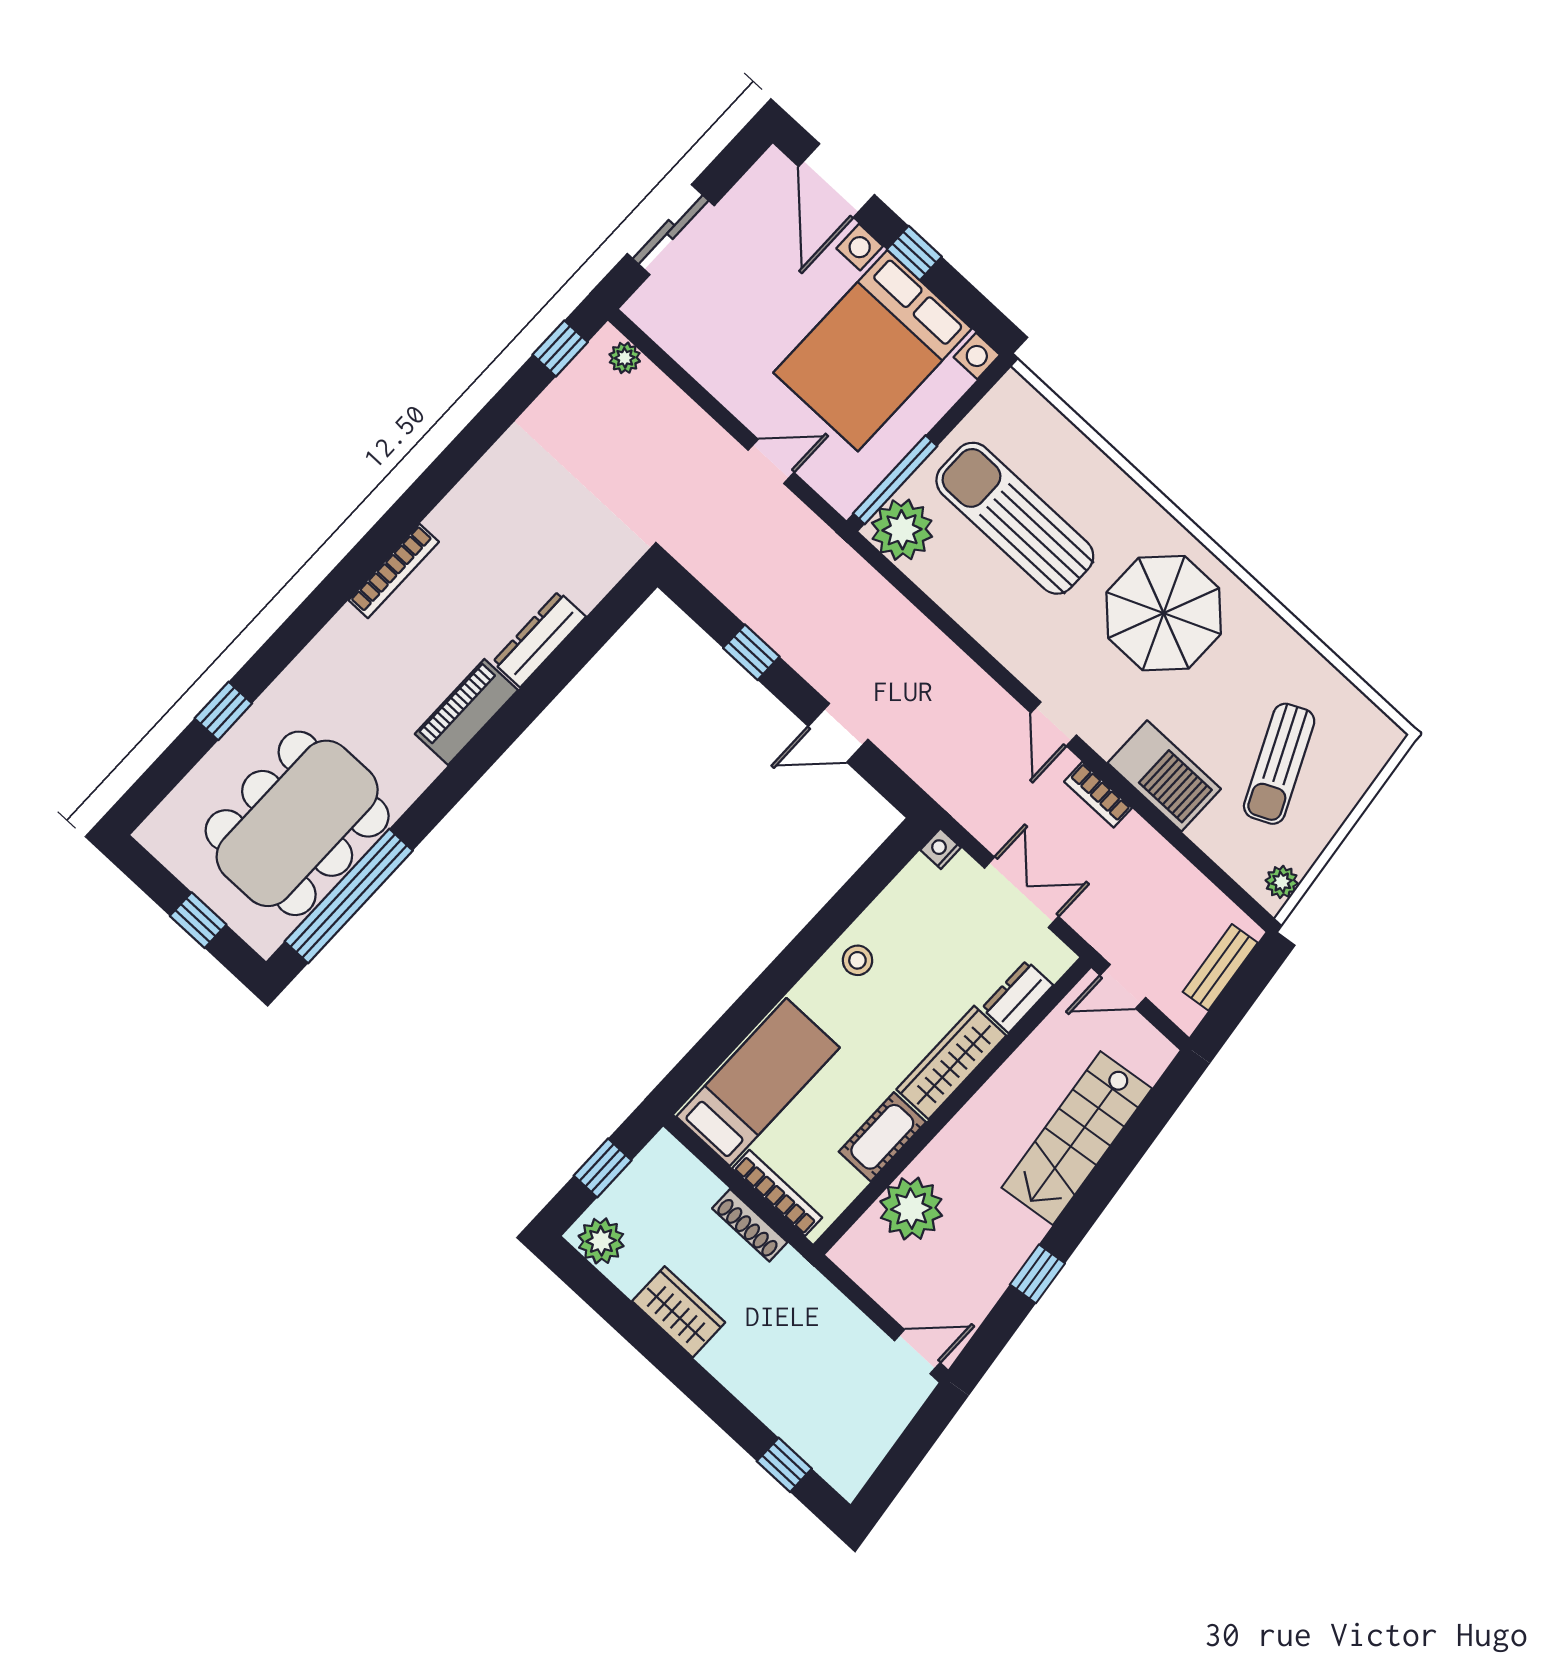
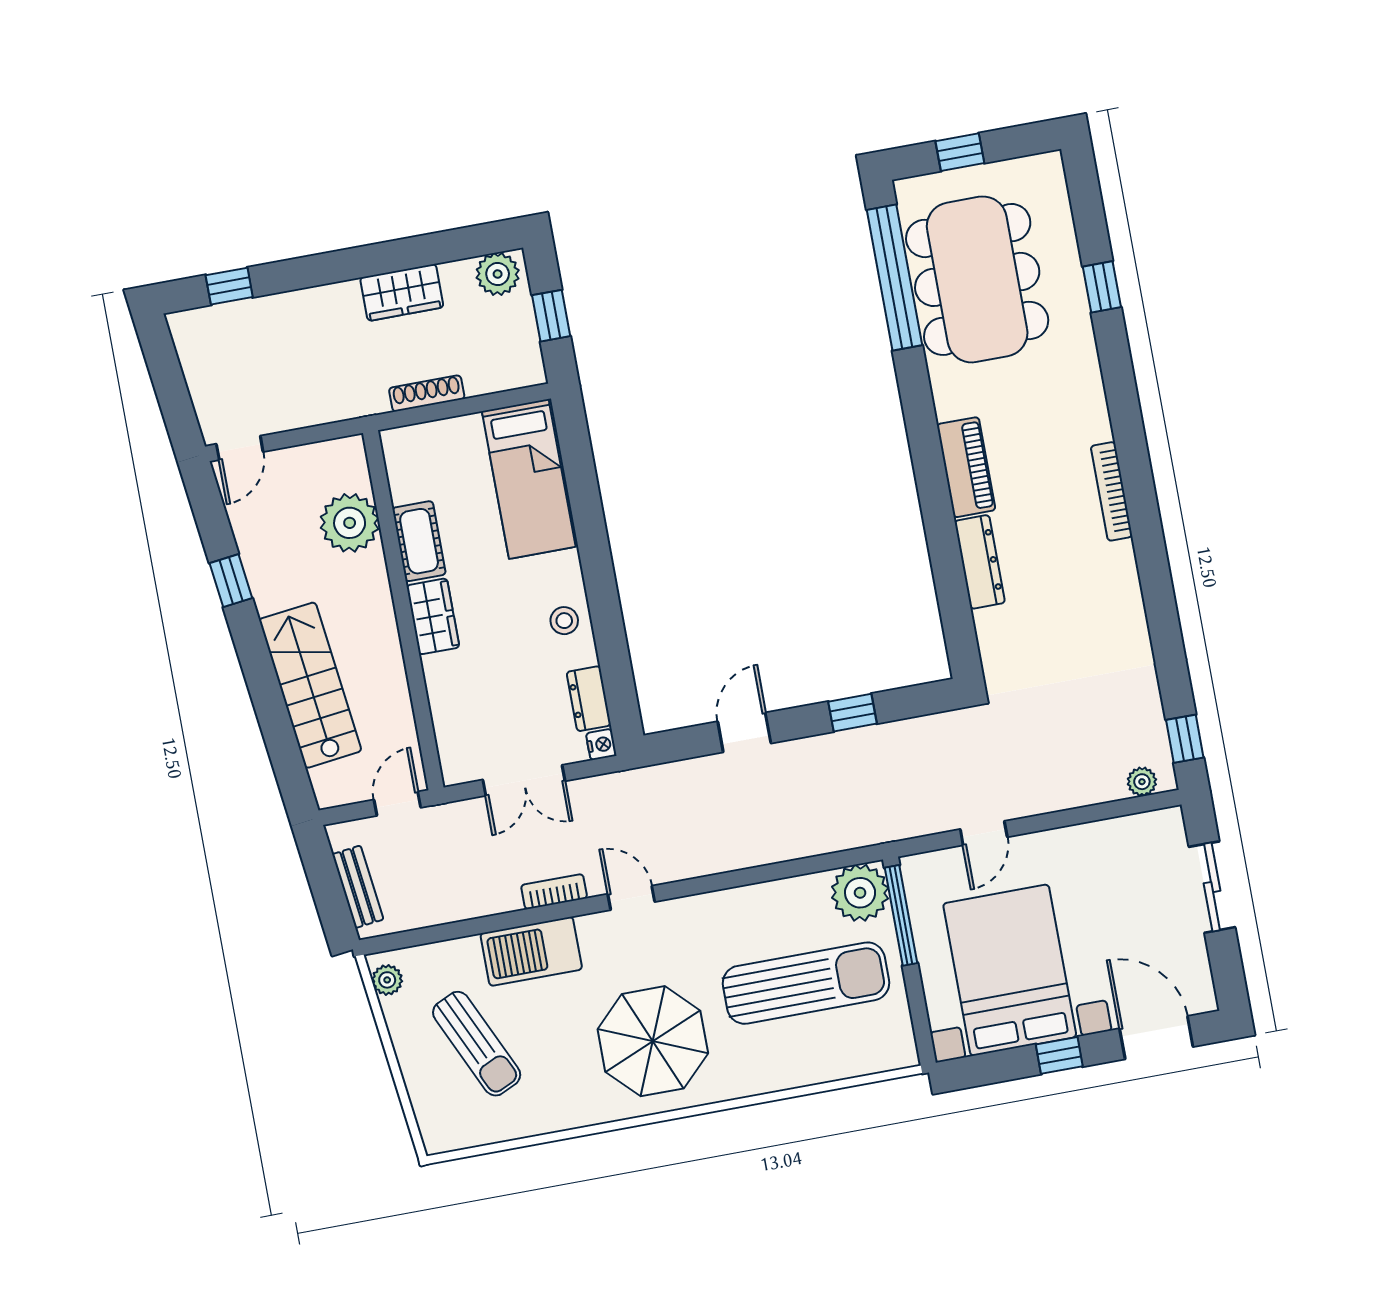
sun lounger: (1279, 764) -> (477, 1044), turned 180
dresser: (1017, 997) -> (589, 699), moved, turned 180
wardrobe: (951, 1062) -> (433, 616), width x0.67
bookcase: (777, 1193) -> (436, 432), removed

